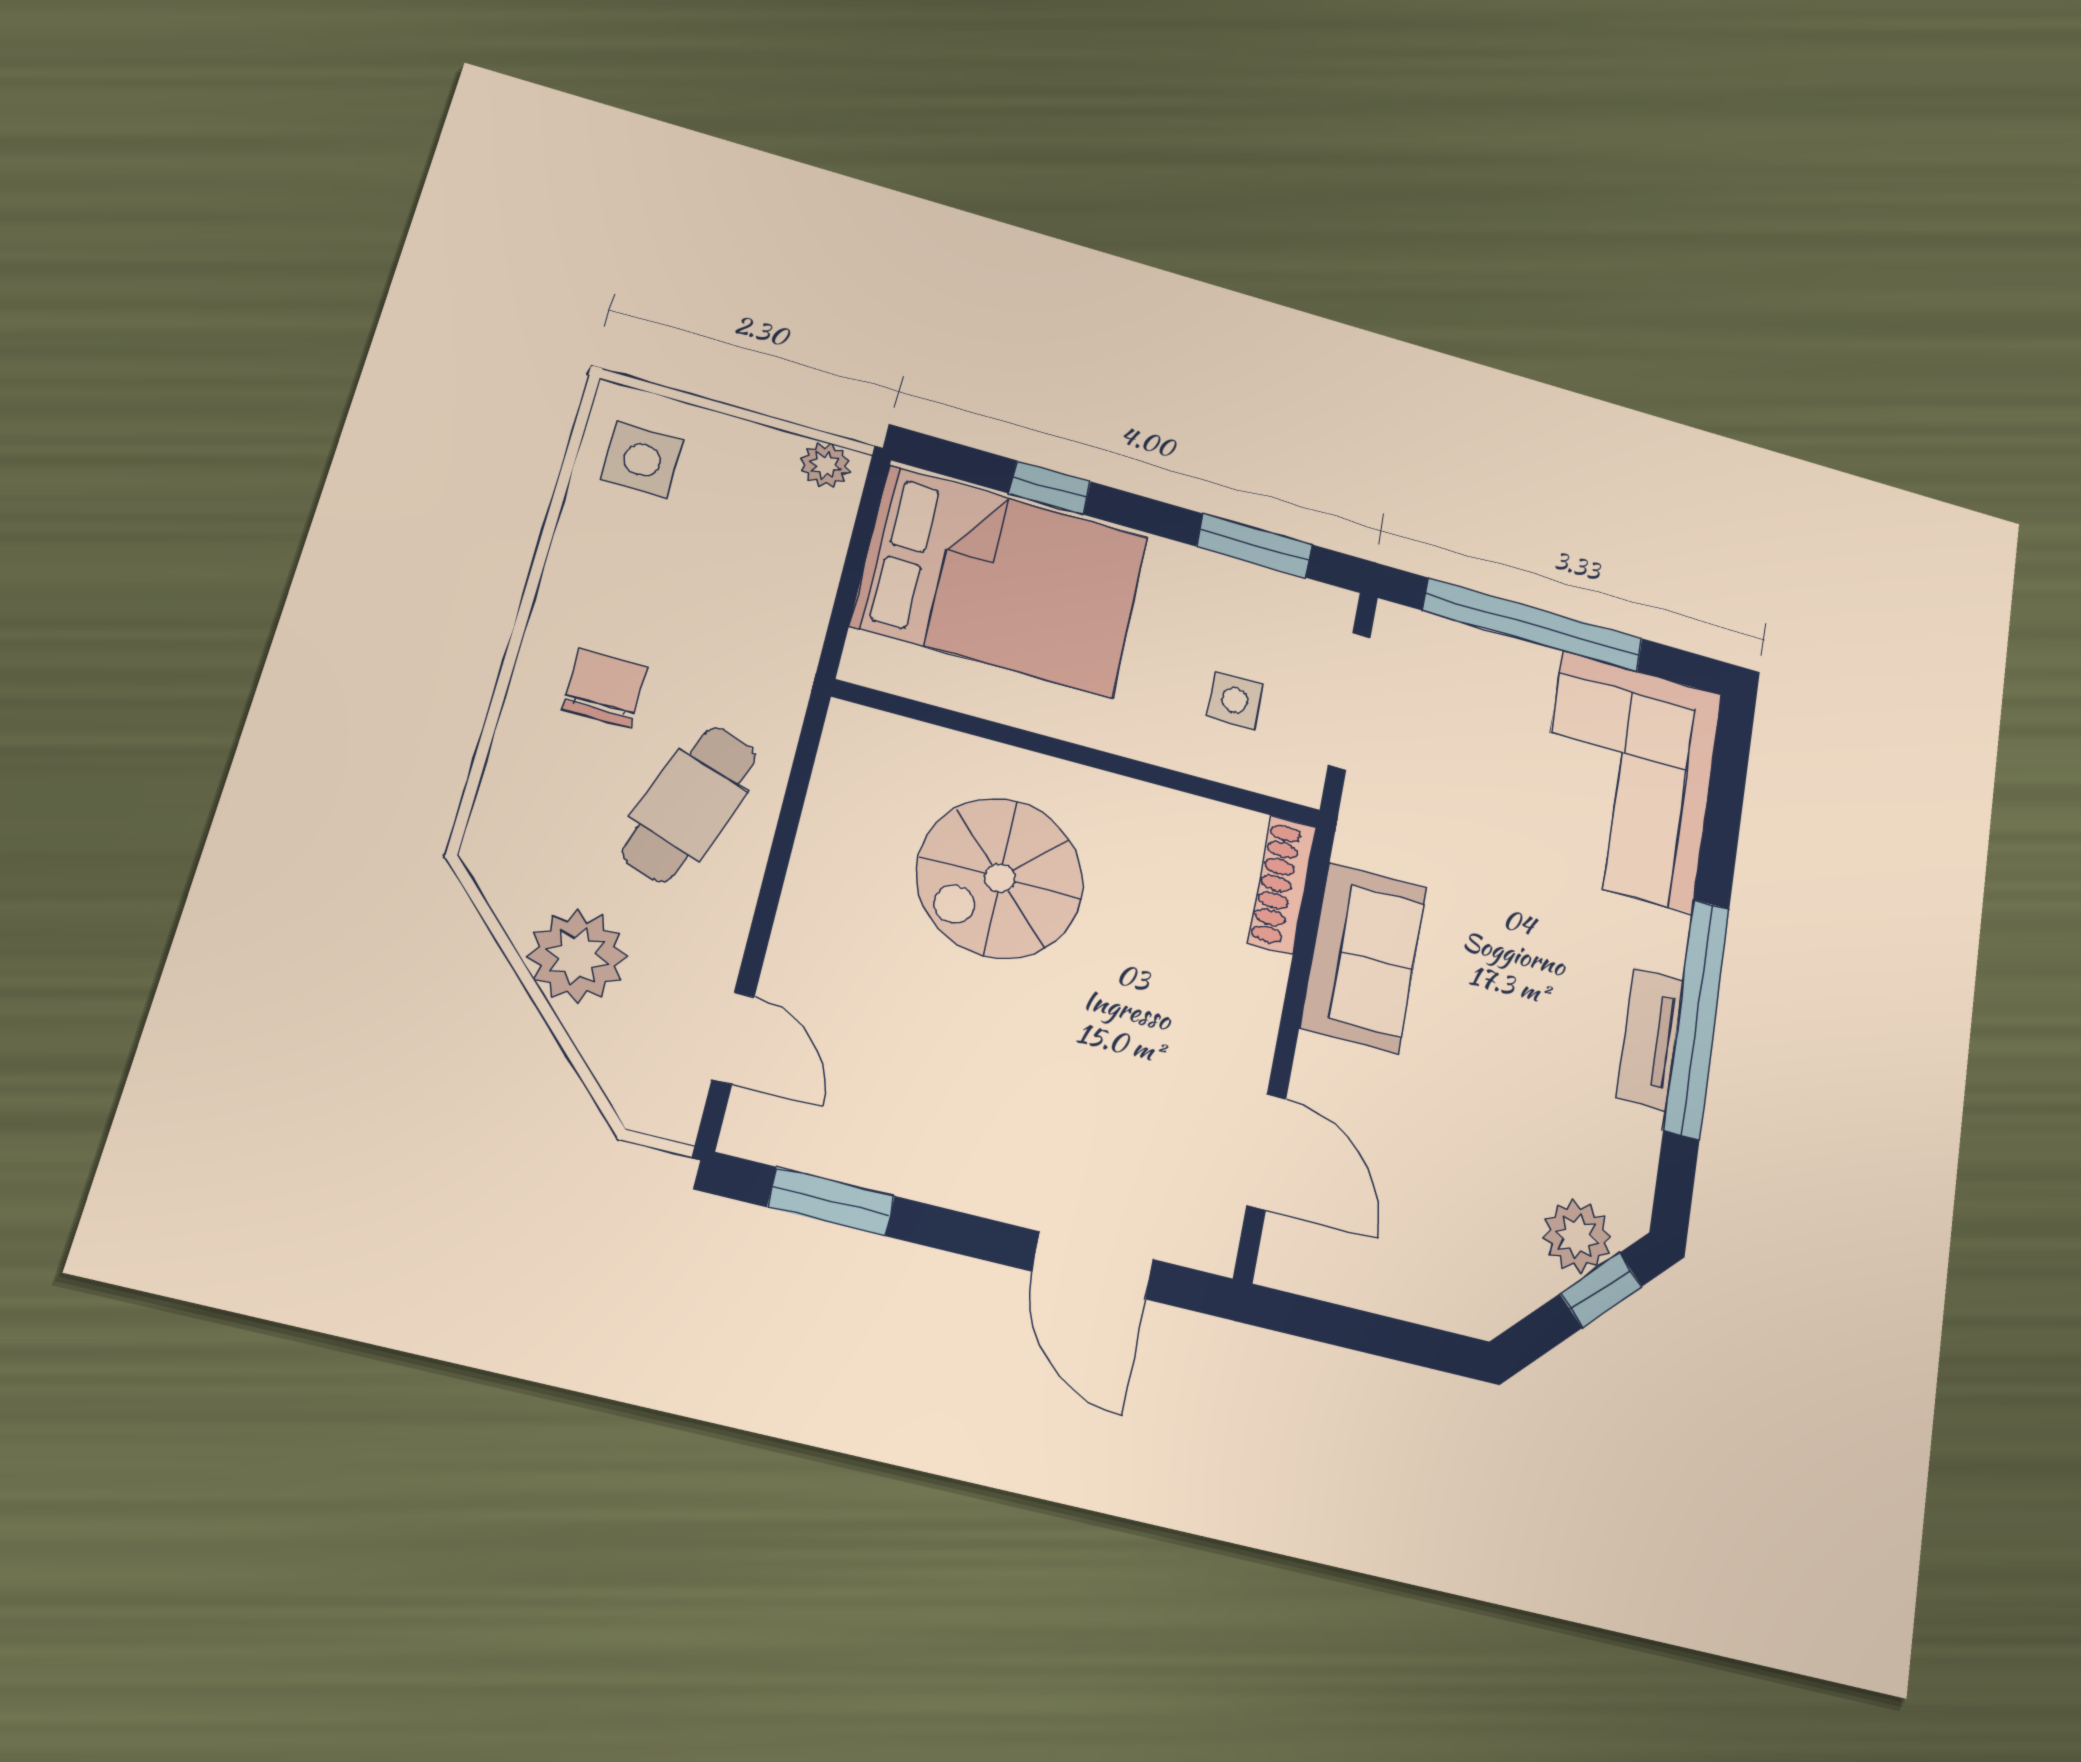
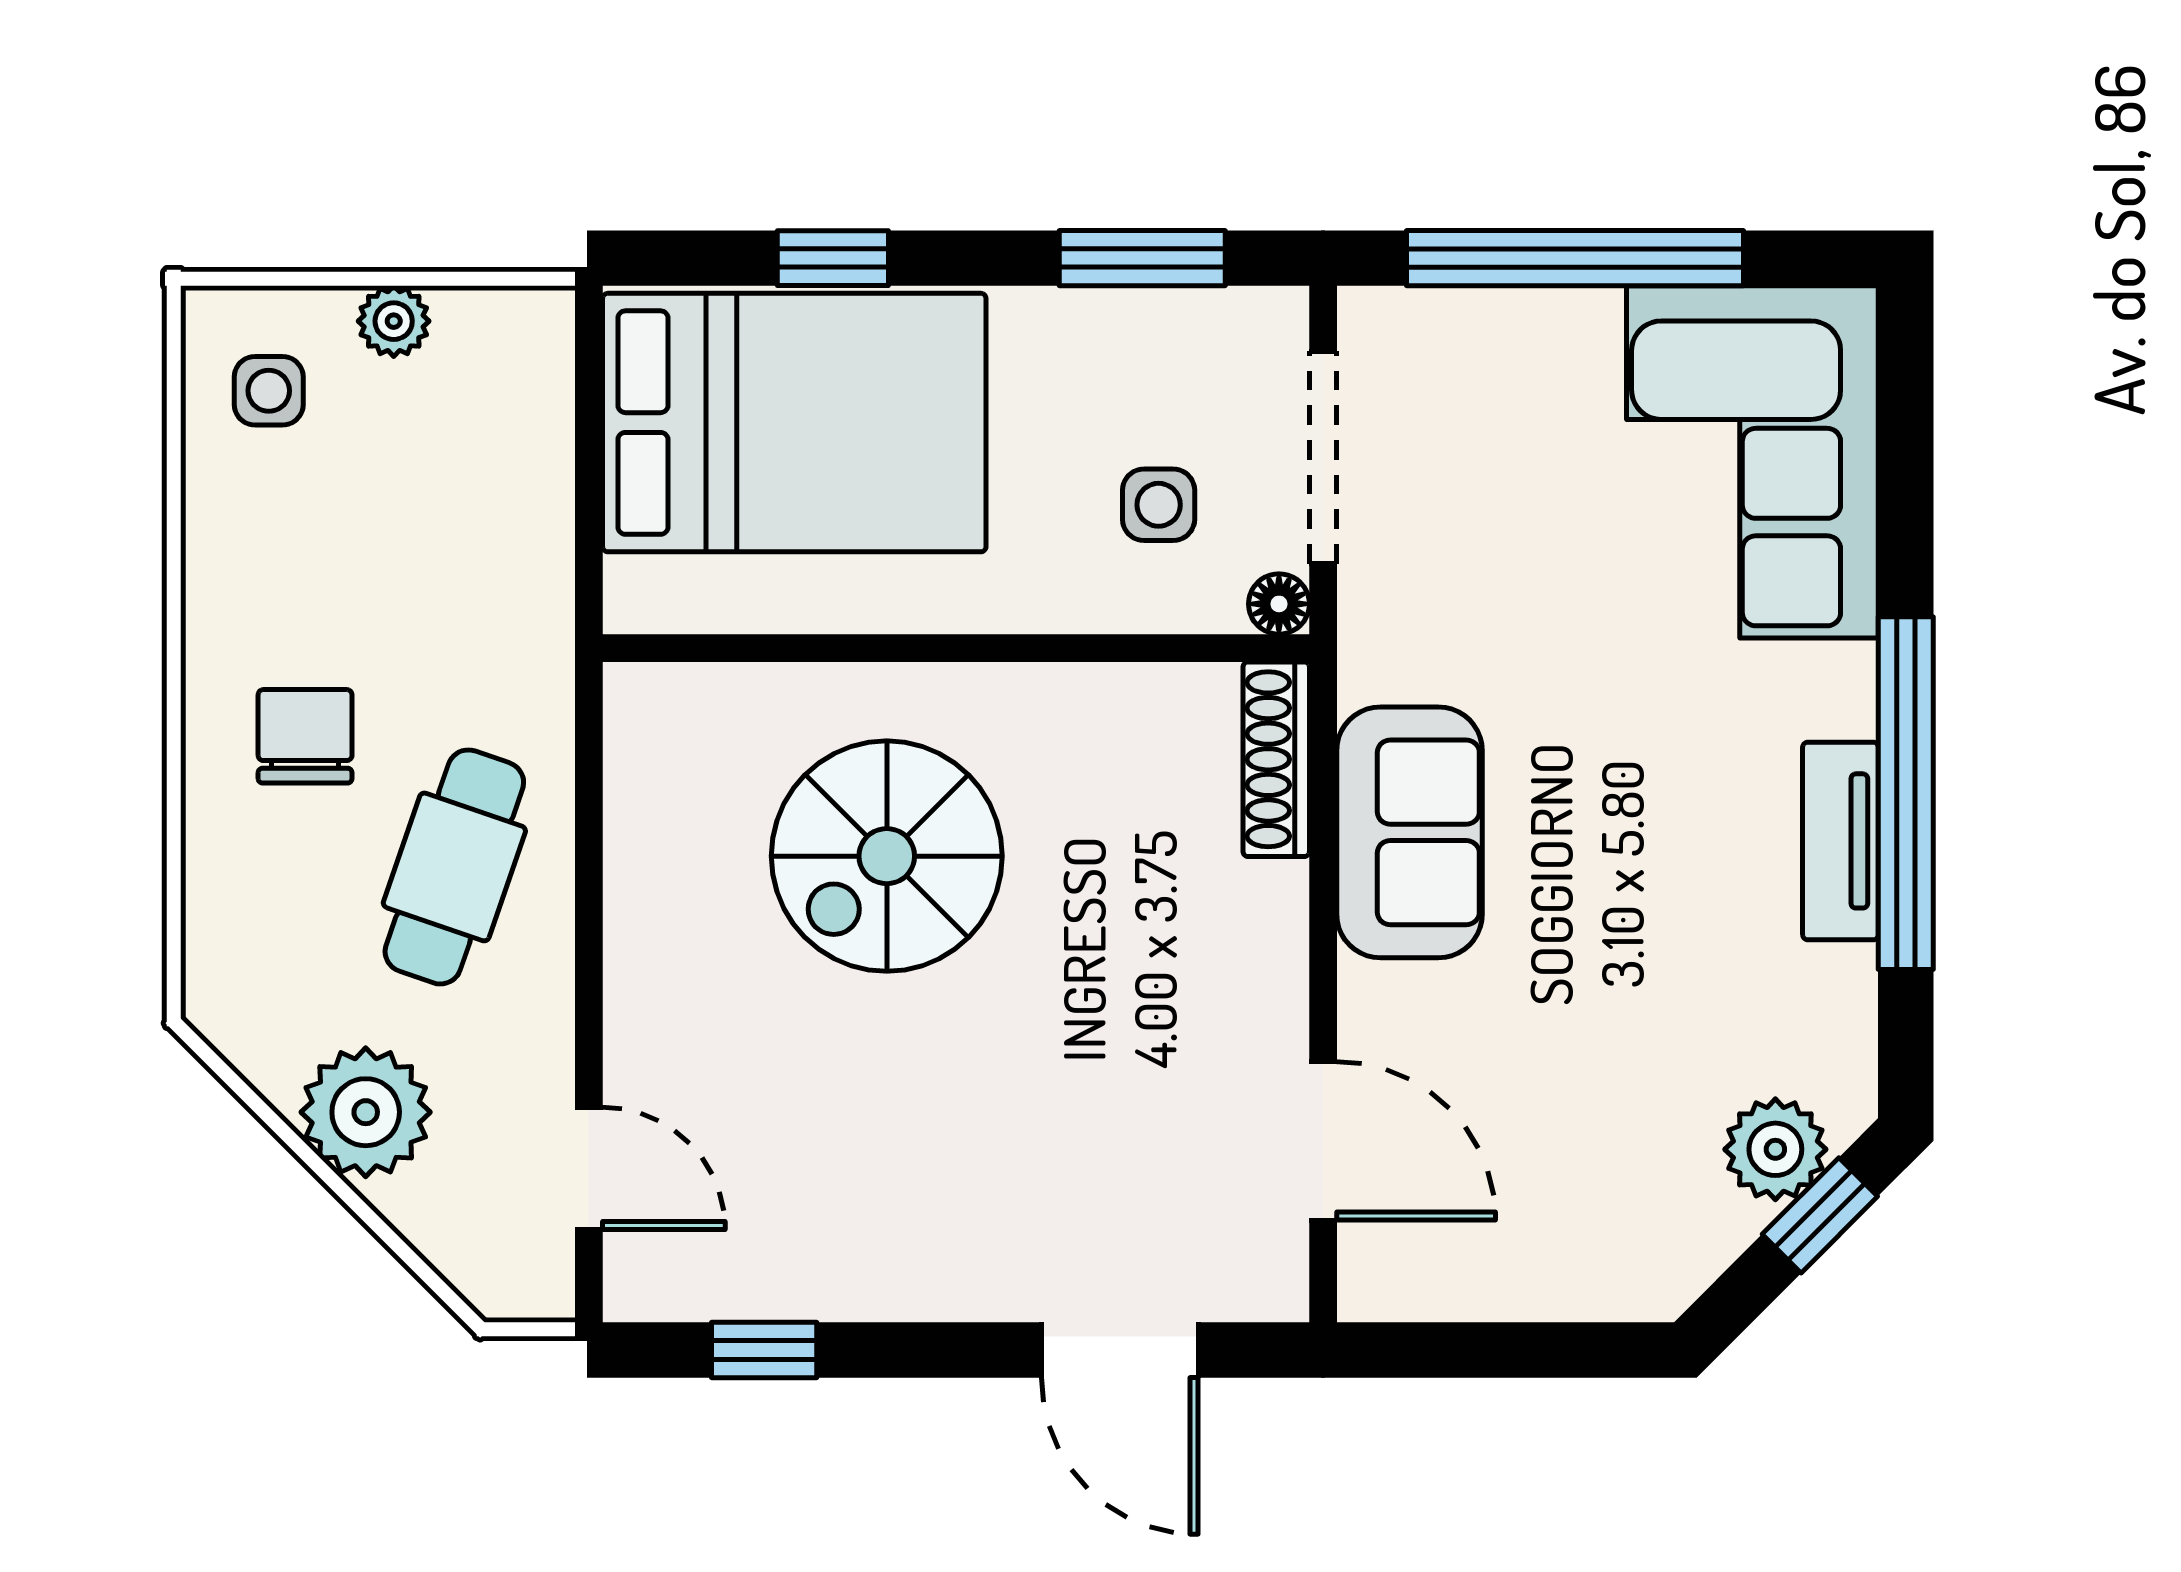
side table: (642, 460) -> (269, 391), width x0.73, depth x0.73
plant: (825, 465) -> (394, 321), moved
floor lamp: (1303, 785) -> (1279, 604), added
window: (831, 1202) -> (764, 1350), width x0.67

